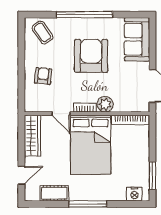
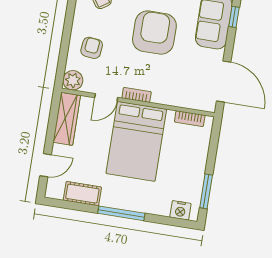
window: (152, 33) -> (234, 17), added
plant: (105, 104) -> (73, 80), moved
door: (61, 114) -> (106, 97), hinge flipped
bookcase: (130, 120) -> (190, 119), width x0.64

